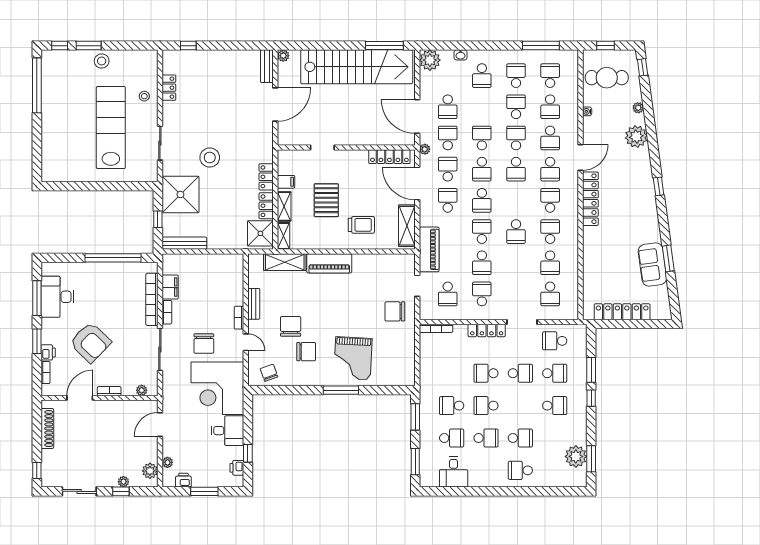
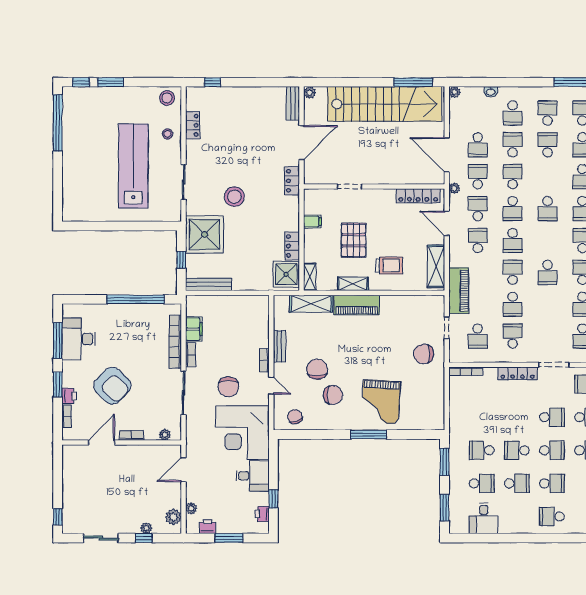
plant: (430, 60) -> (455, 92), width x0.53, depth x0.53
stool: (102, 61) -> (167, 98), moved
school desk: (516, 138) -> (513, 145), moved
locker: (266, 177) -> (292, 181), moved
door: (417, 184) -> (447, 223), width x0.73
shelving: (284, 206) -> (353, 284), moved, turned 90
school desk: (486, 373) -> (552, 450), moved, turned 180
shoe rack: (47, 429) -> (68, 474), removed

